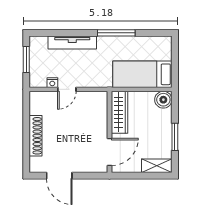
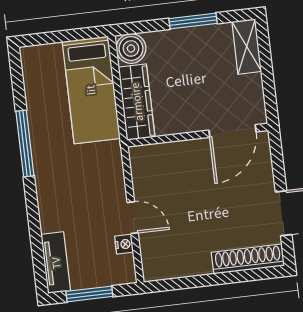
tv unit: (72, 42) -> (56, 263), moved, width x0.71
wardrobe: (119, 112) -> (137, 102), moved, turned 90
shoe rack: (36, 136) -> (248, 259), moved
door: (110, 152) -> (233, 131), swing flipped

